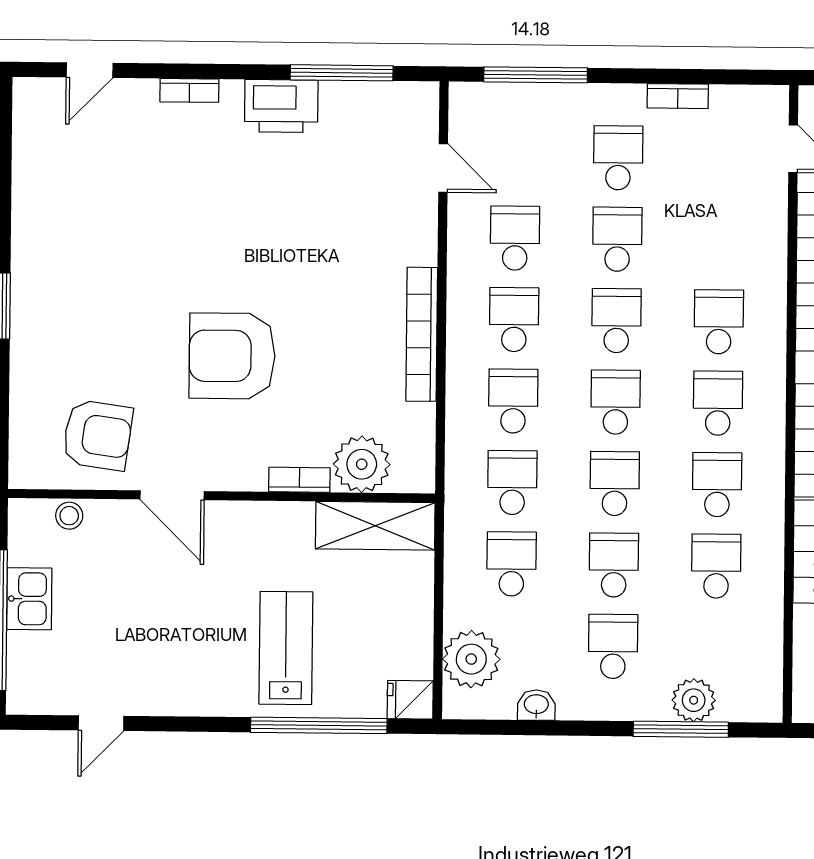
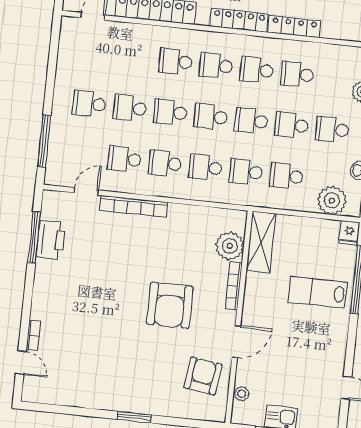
bookcase: (189, 90) -> (33, 335), moved
bookcase: (678, 96) -> (61, 71), removed
printer: (281, 106) -> (51, 240), moved
bookcase: (422, 334) -> (134, 206), moved
bookcase: (299, 480) -> (234, 286), width x1.56

